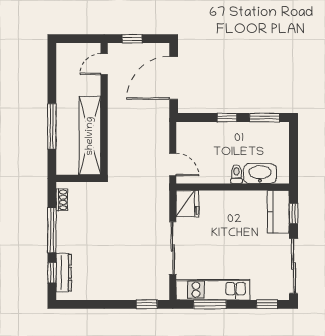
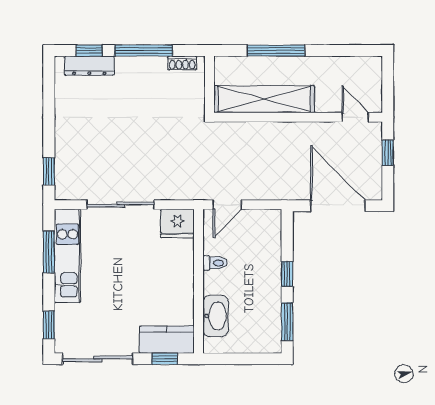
toilet: (236, 174) -> (215, 263), moved

